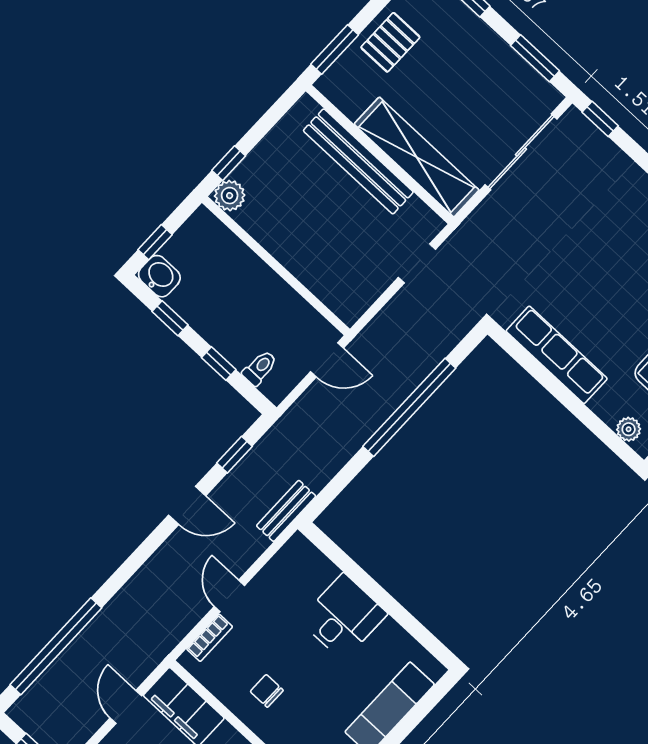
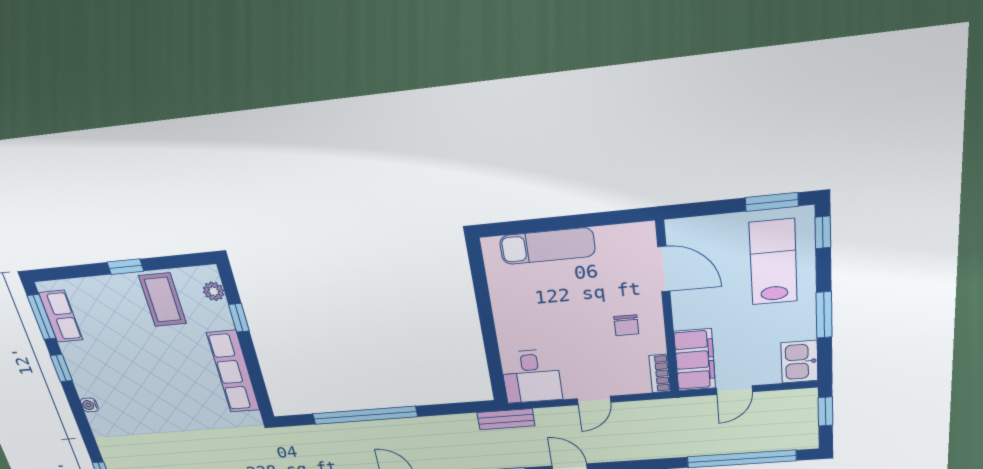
window: (590, 419) -> (239, 318), added
desk: (343, 617) -> (531, 376), moved, turned -90
bookcase: (210, 638) -> (660, 373), moved, turned -90

